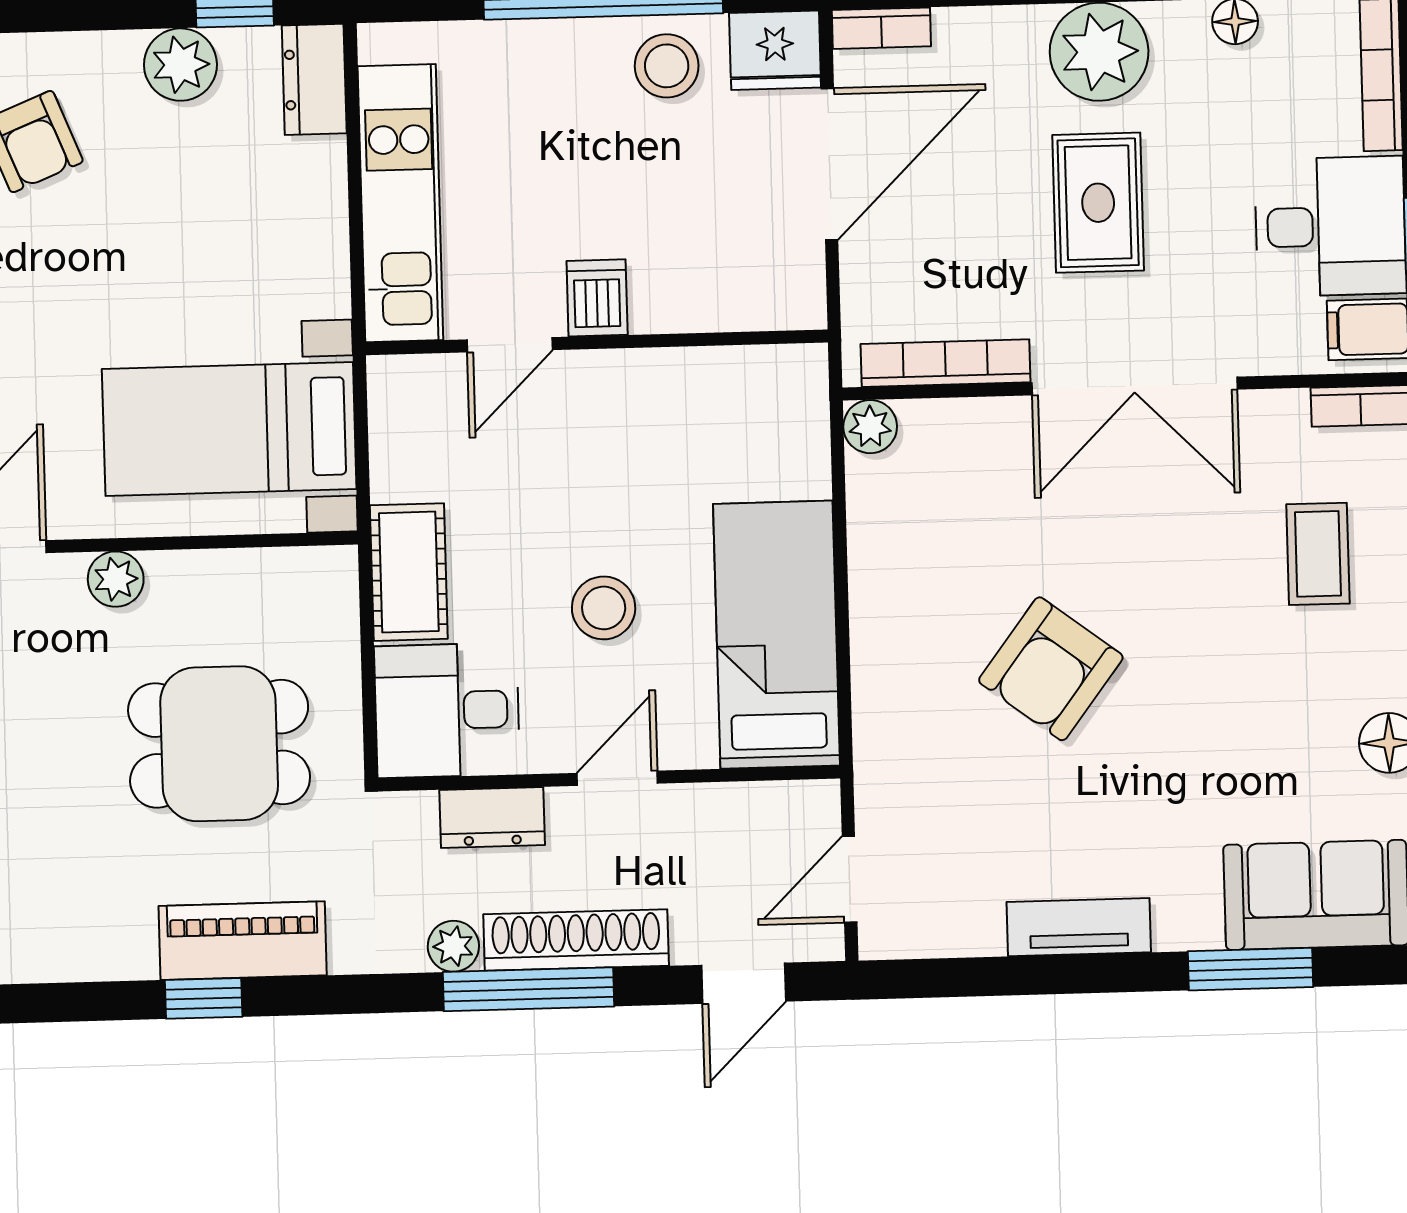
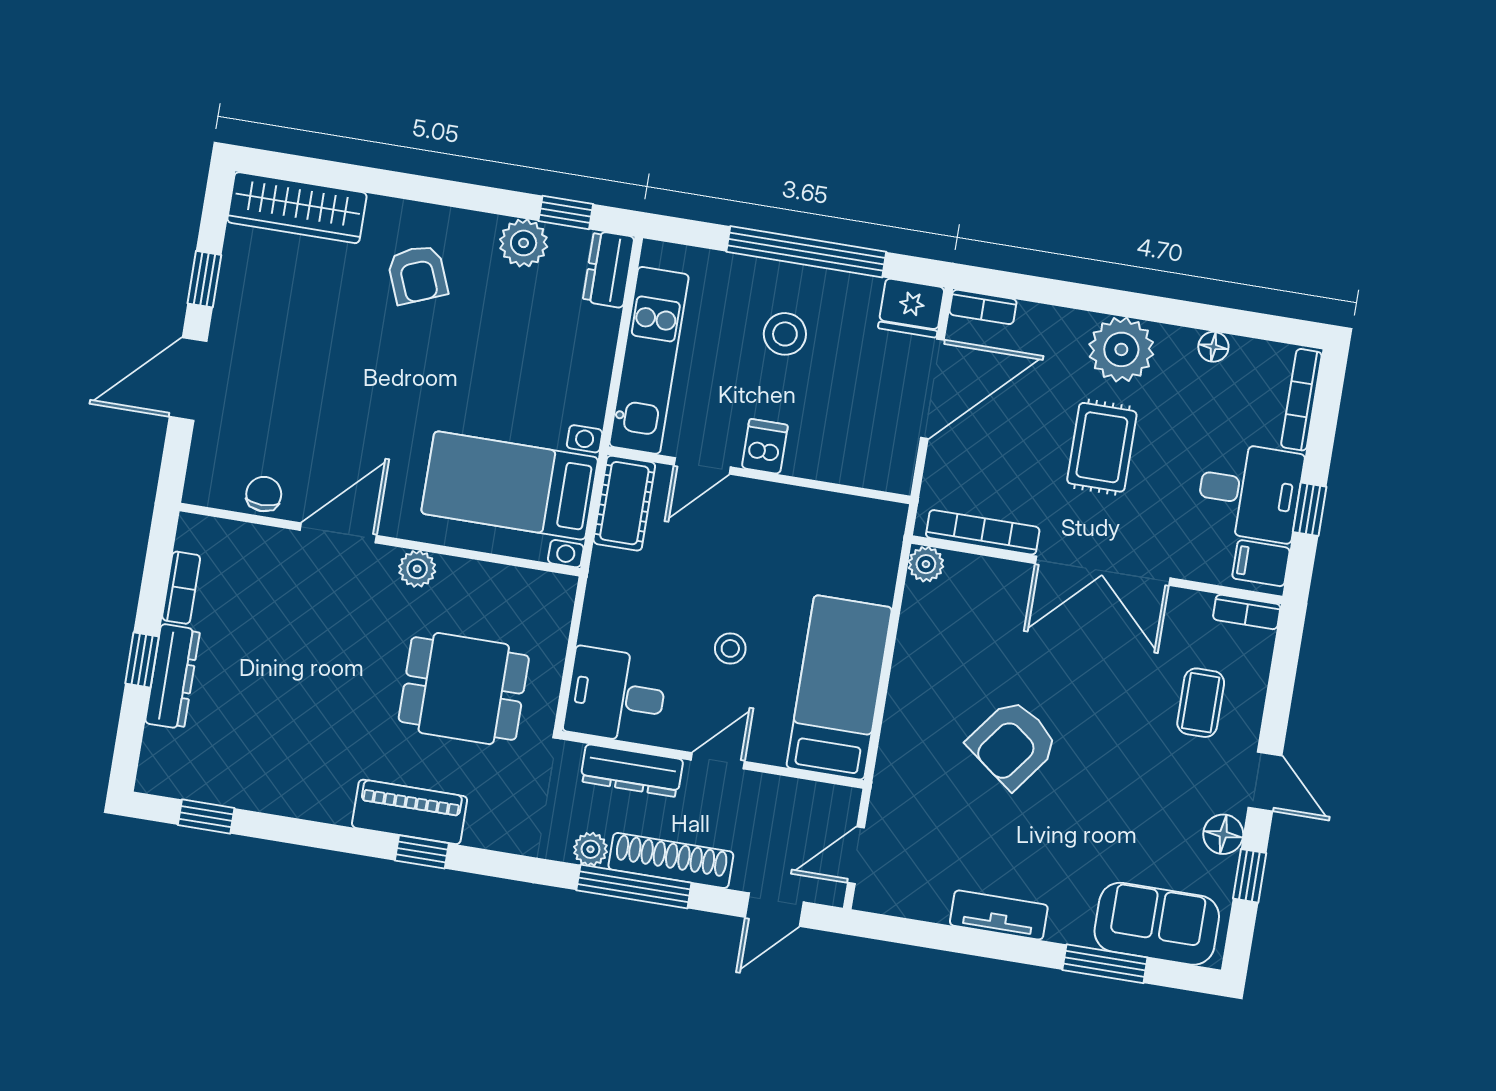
stool: (667, 66) -> (785, 334), moved
cot: (409, 572) -> (624, 503), moved
stool: (604, 608) -> (730, 648), width x0.73, depth x0.73
dresser: (492, 818) -> (632, 771), width x1.44
piano: (243, 941) -> (410, 812), moved

